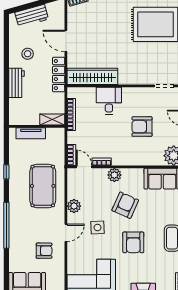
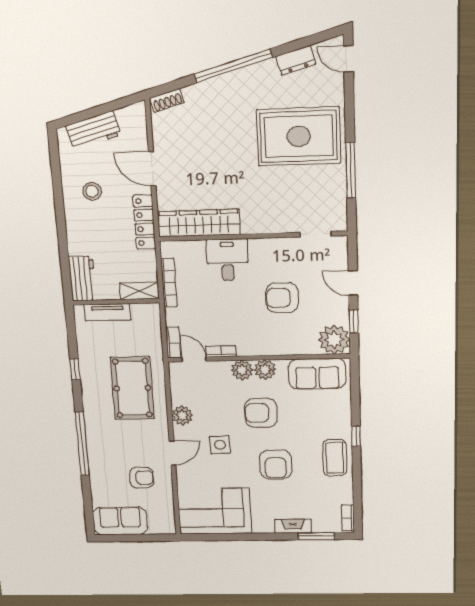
workbench: (16, 83) -> (82, 279), moved
plant: (129, 175) -> (265, 370), added
armchair: (125, 205) -> (261, 413), turned -114

